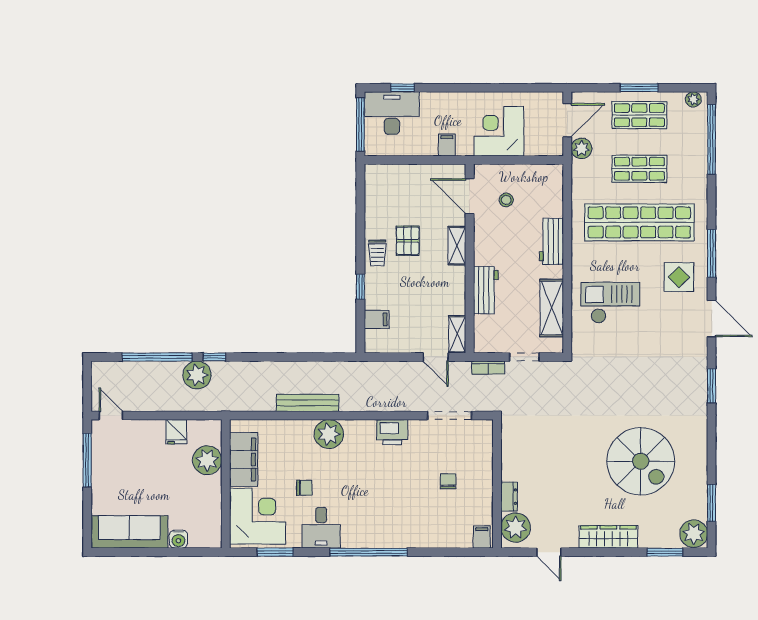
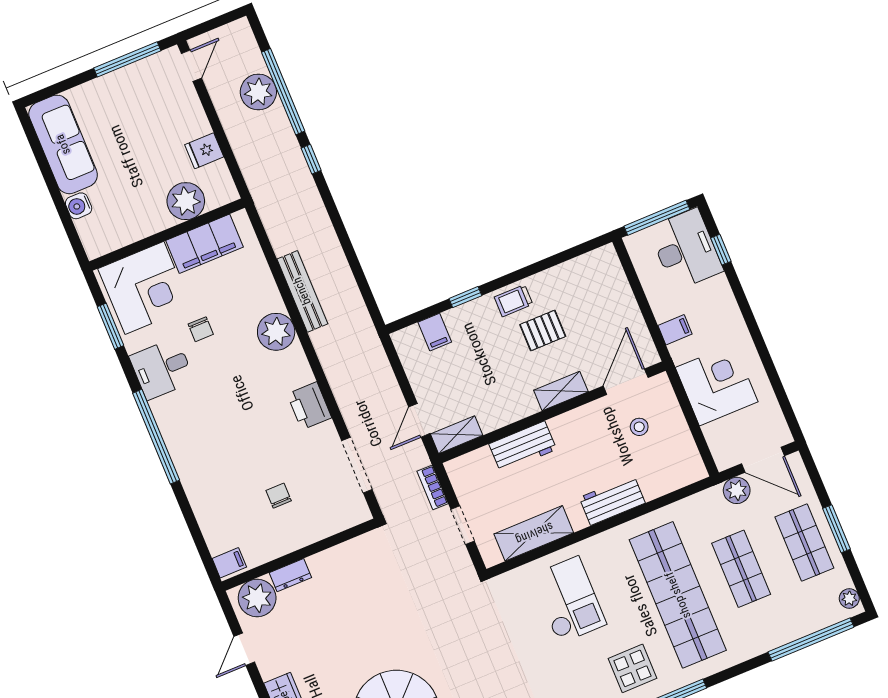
plant: (197, 375) -> (258, 92), moved
chair: (448, 481) -> (279, 496), turned -90

